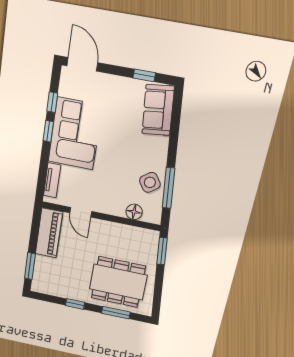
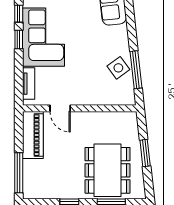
floor lamp: (134, 212) -> (109, 98), removed
window: (162, 251) -> (145, 153), moved
window: (30, 266) -> (19, 173), width x1.44
dining table: (118, 282) -> (108, 170), turned 90

